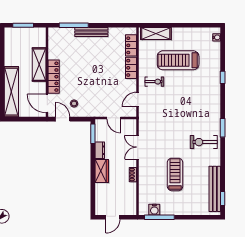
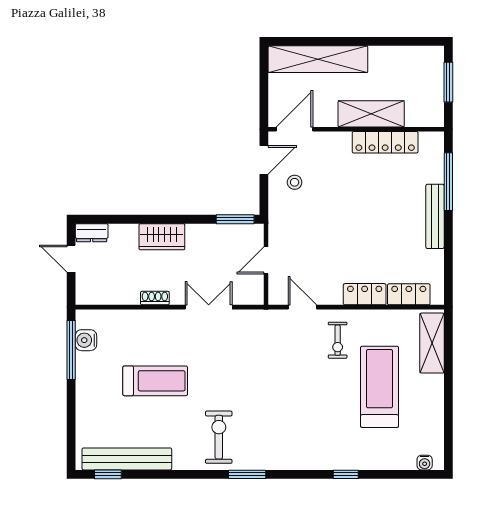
locker: (54, 77) -> (385, 142), moved
dresser: (100, 150) -> (92, 233), moved

